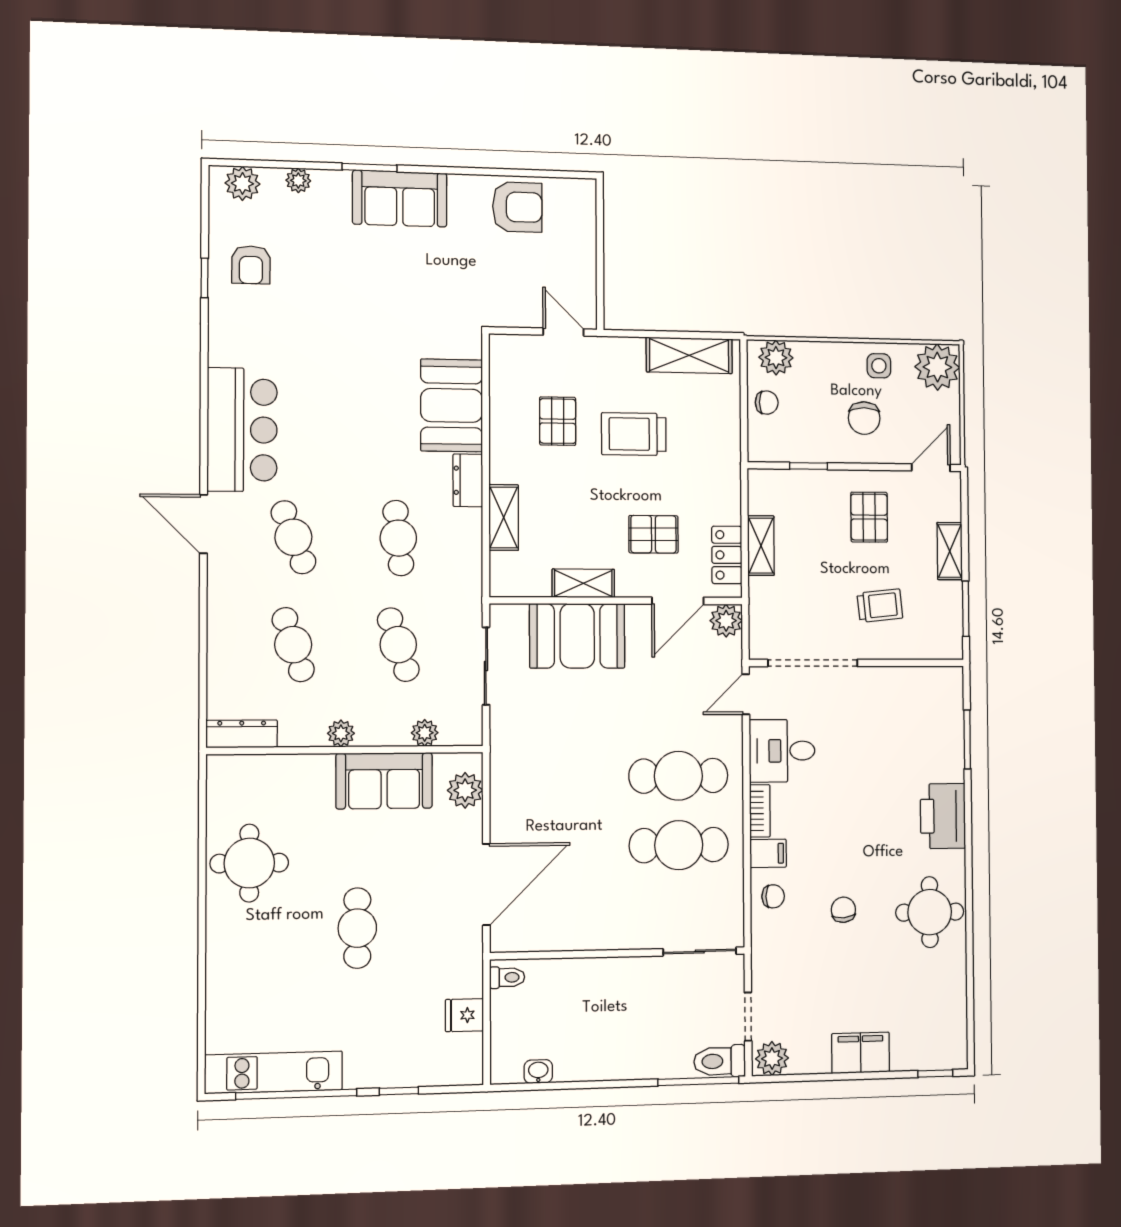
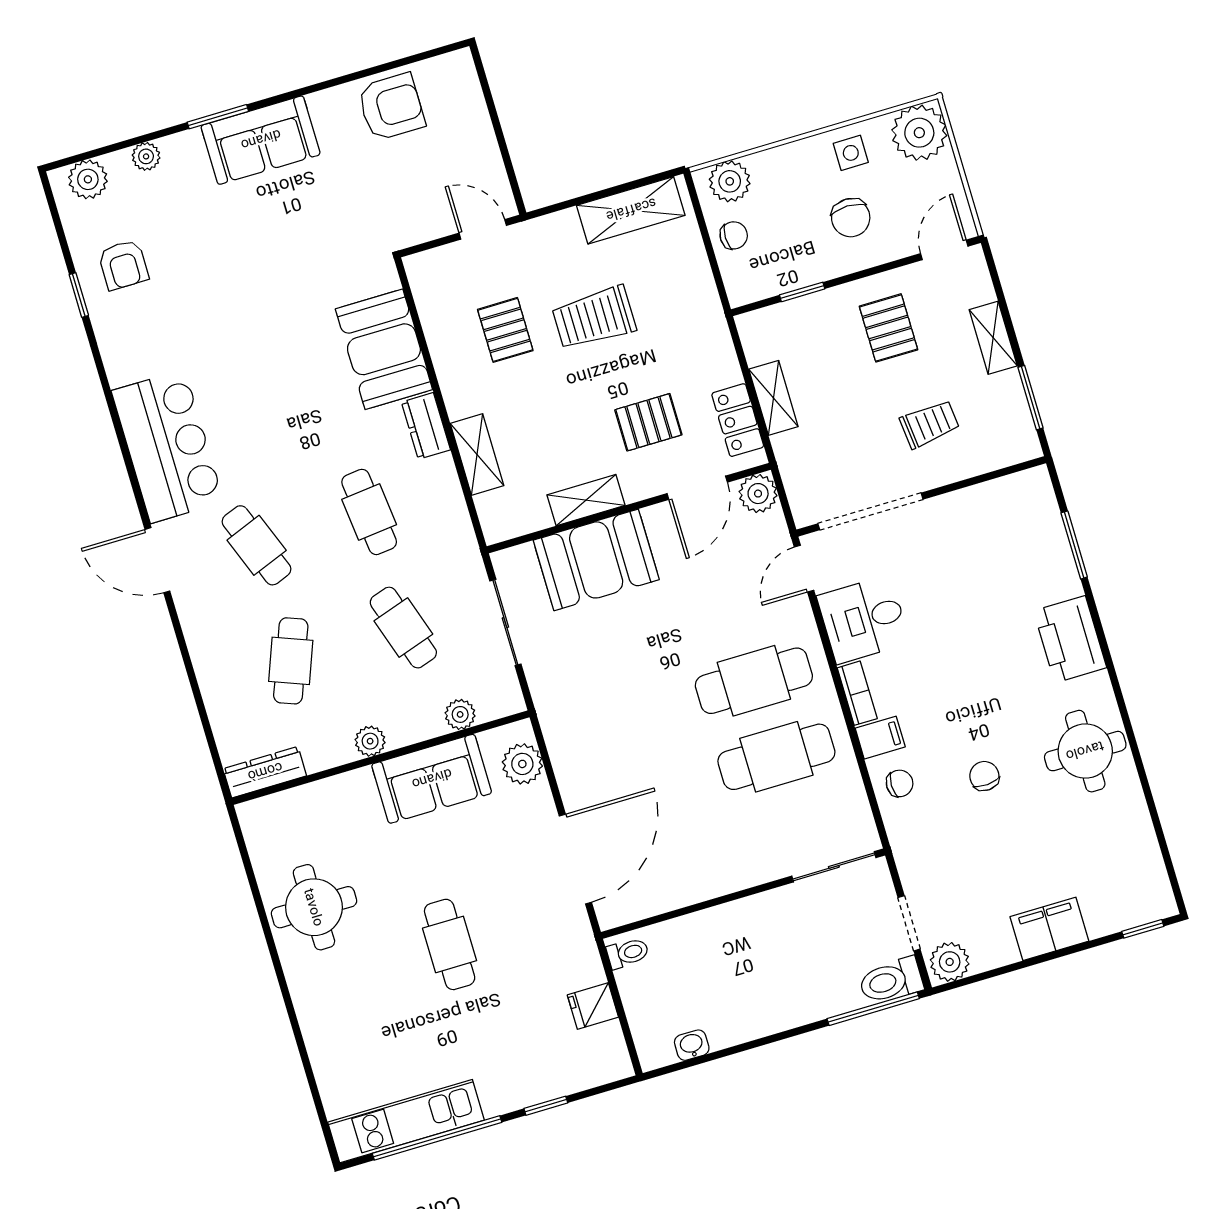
cafe table: (293, 645) -> (291, 661), turned 39

